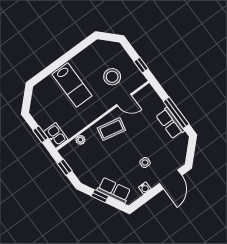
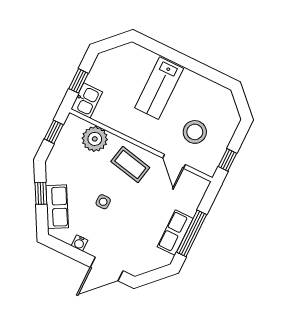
plant: (80, 140) -> (95, 139), width x1.87, depth x1.87
side table: (145, 162) -> (103, 202), moved

